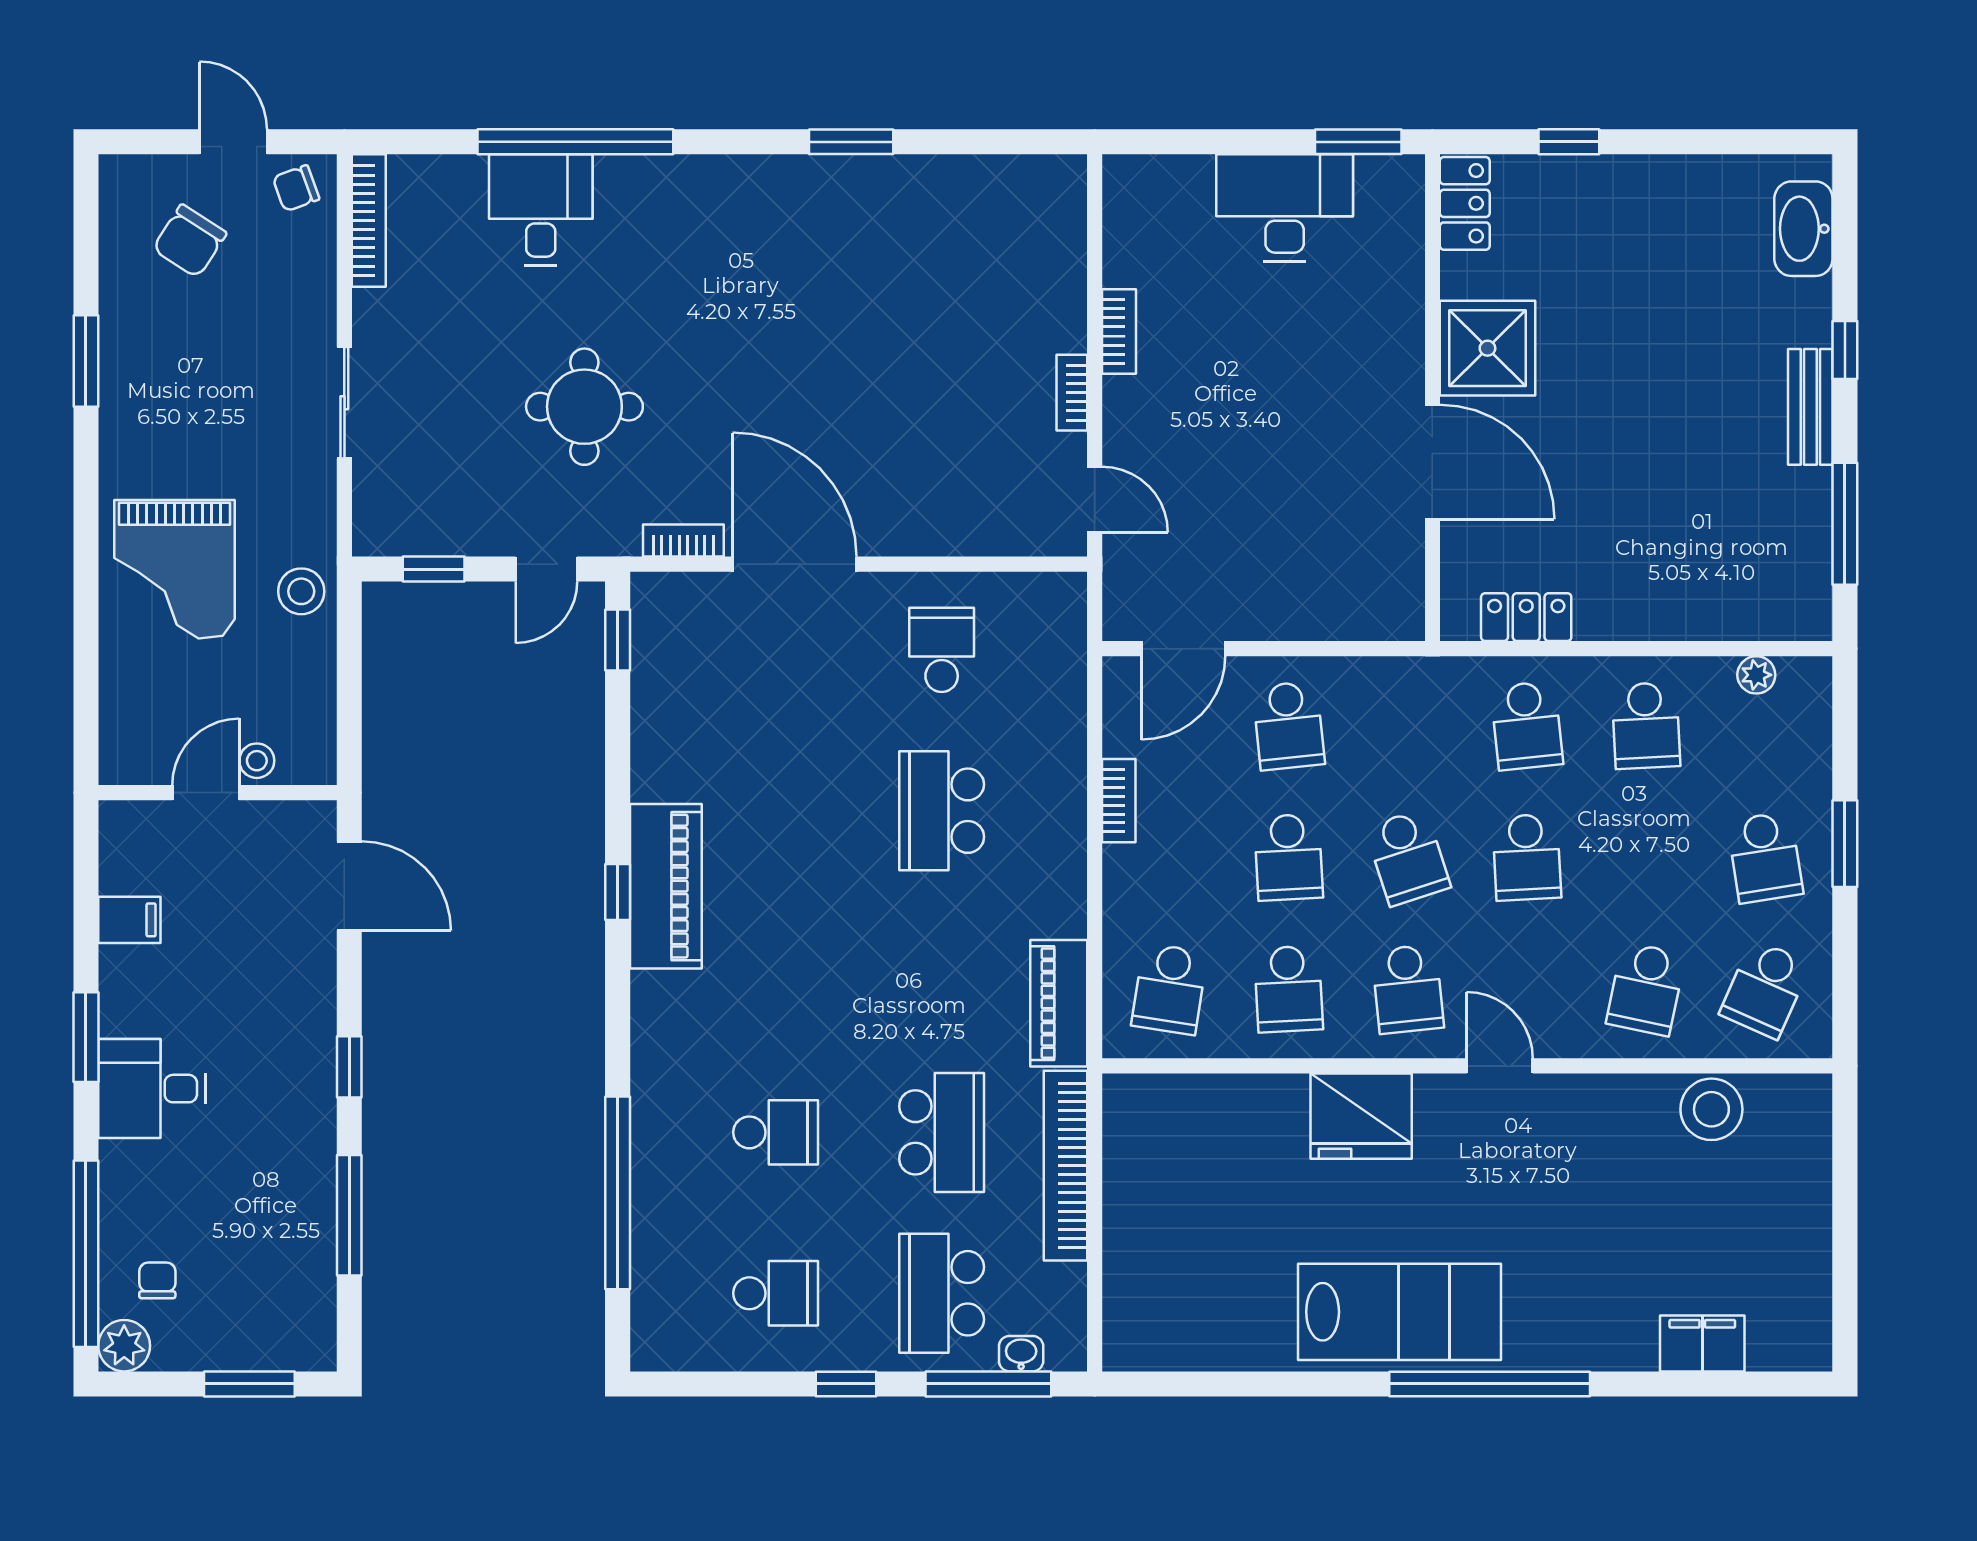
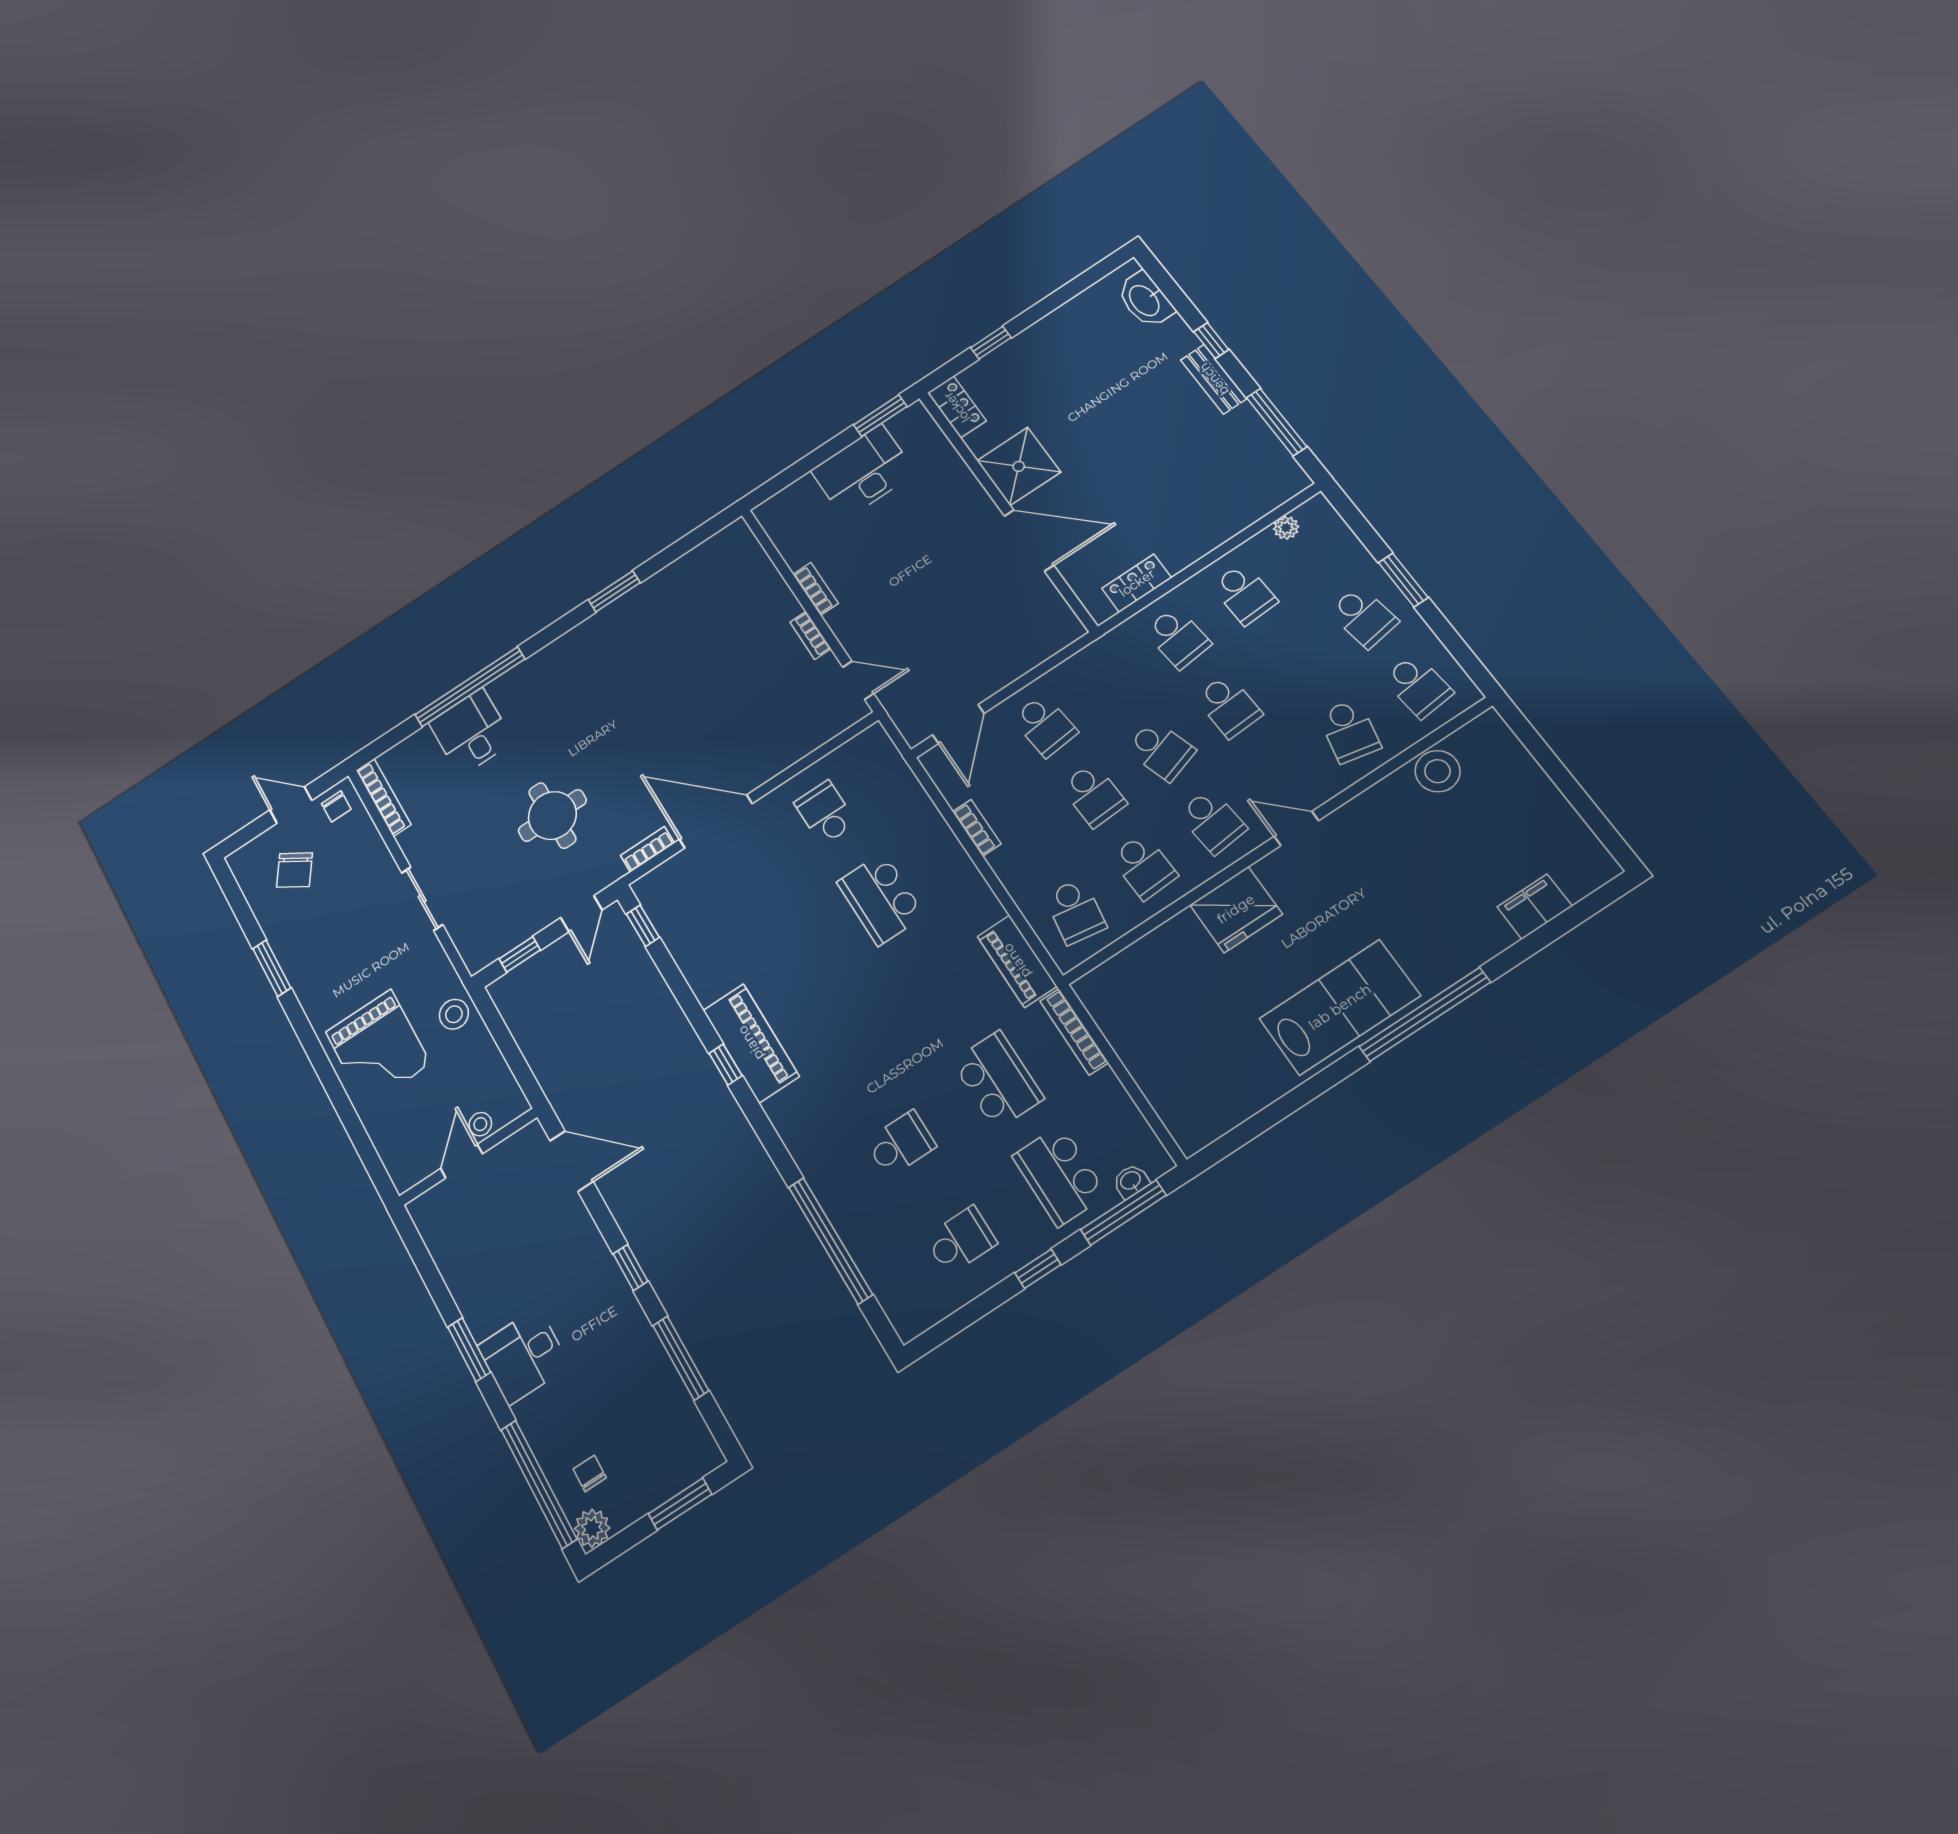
chair: (296, 188) -> (336, 806), turned -70
filing cabinet: (129, 920) -> (457, 1263), removed
school desk: (1765, 989) -> (1418, 686), turned -30
bookcase: (1066, 1166) -> (1074, 1032), width x0.68, depth x0.76

